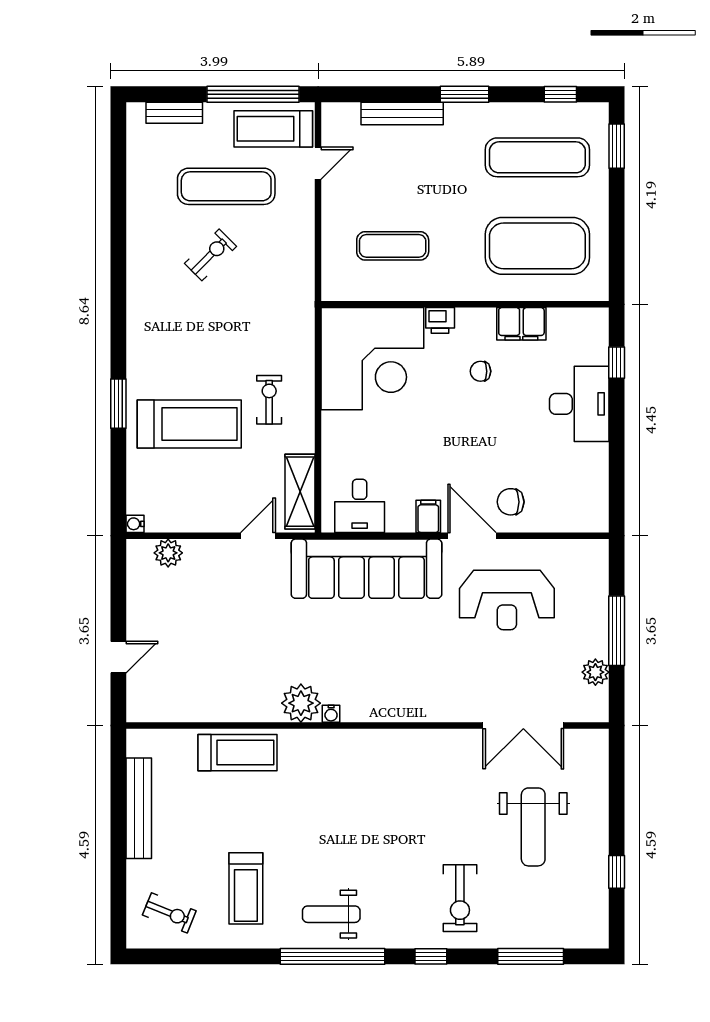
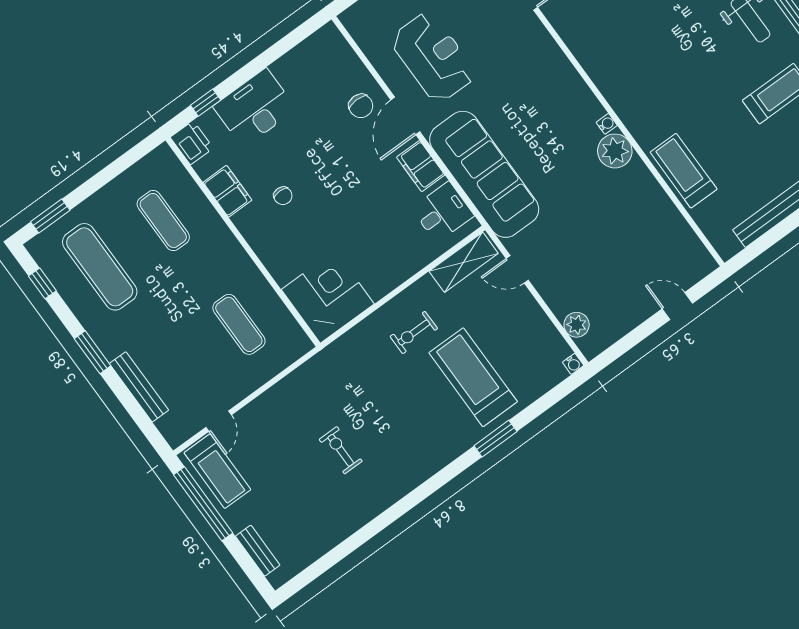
door: (318, 163) -> (219, 421), swing flipped
exercise mat: (226, 186) -> (283, 475), removed
exercise mat: (537, 246) -> (163, 221), width x0.50, depth x0.69
exercise bike: (210, 255) -> (341, 450), turned 45
printer: (440, 320) -> (192, 143), moved, width x1.36, depth x1.24
corner desk: (372, 359) -> (328, 297), width x0.74, depth x0.74
filing cabinet: (428, 516) -> (421, 166), width x2.00

